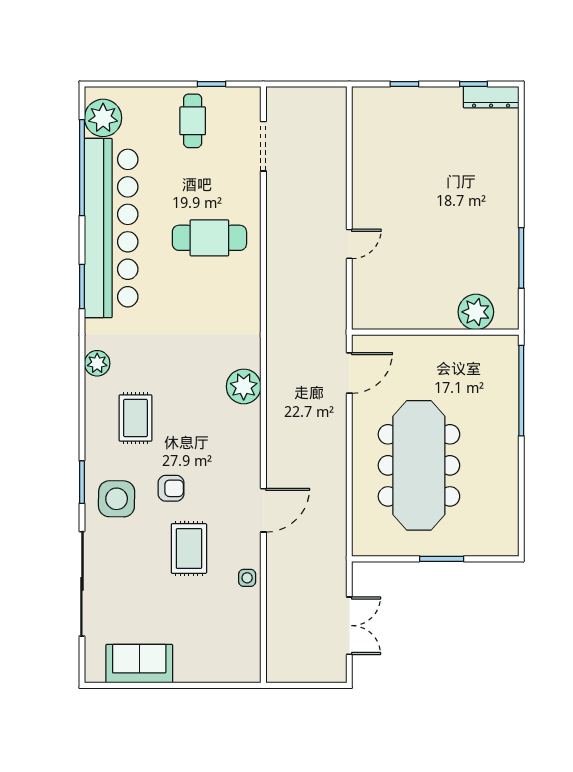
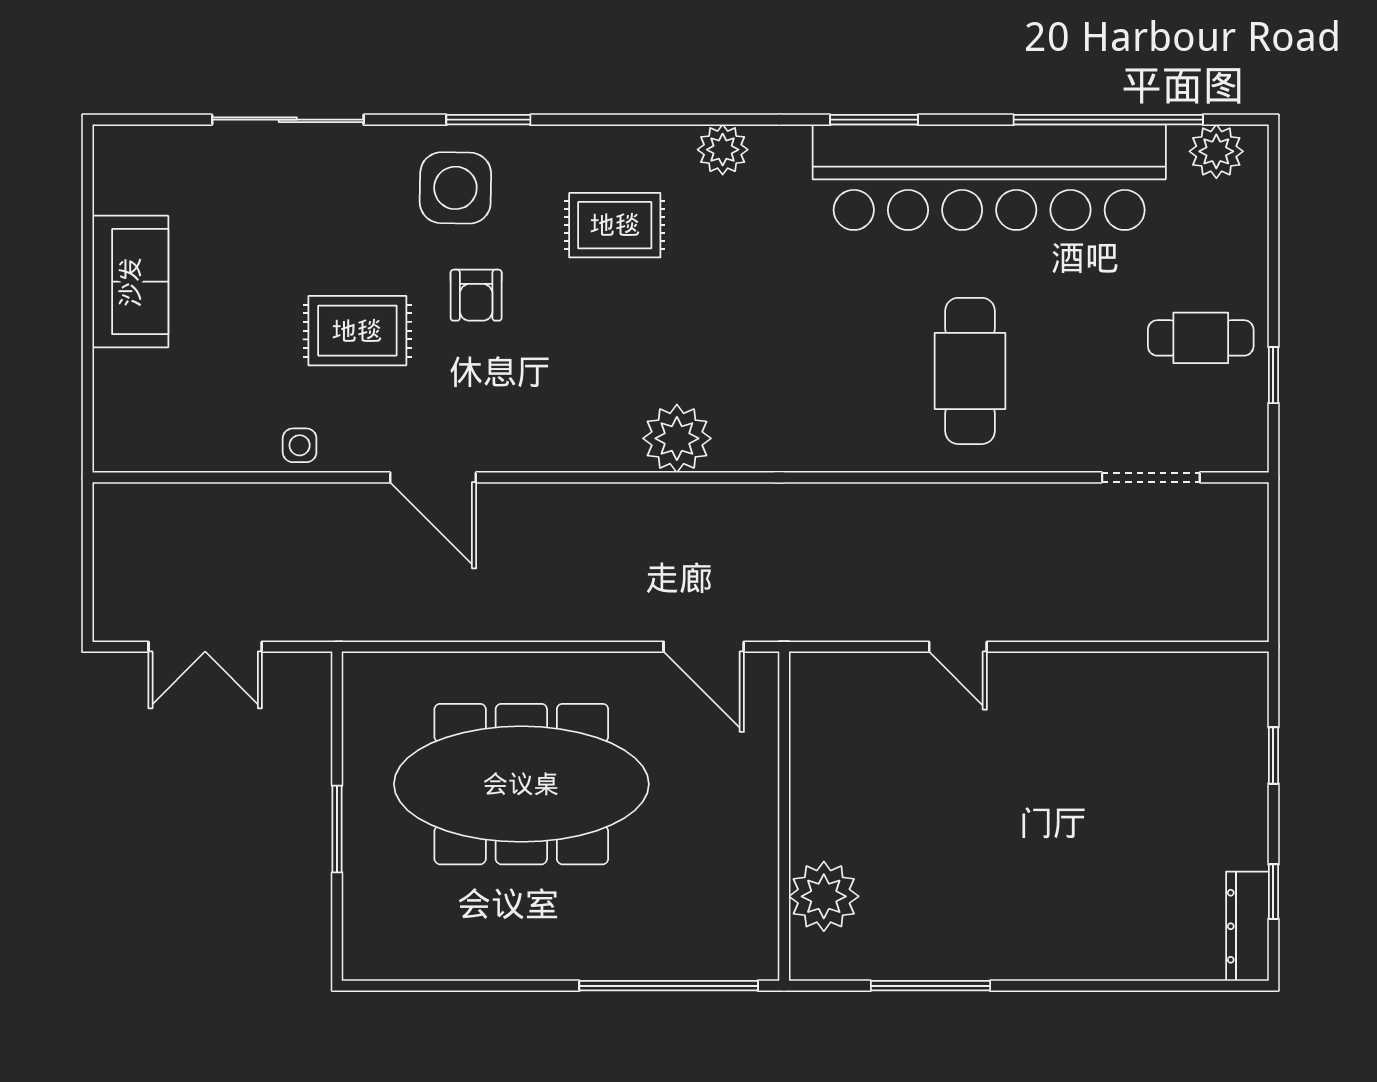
plant: (103, 118) -> (1216, 151), width x0.73, depth x0.73
sliding door: (82, 584) -> (288, 120), width x0.73
sofa: (139, 664) -> (130, 282), moved

